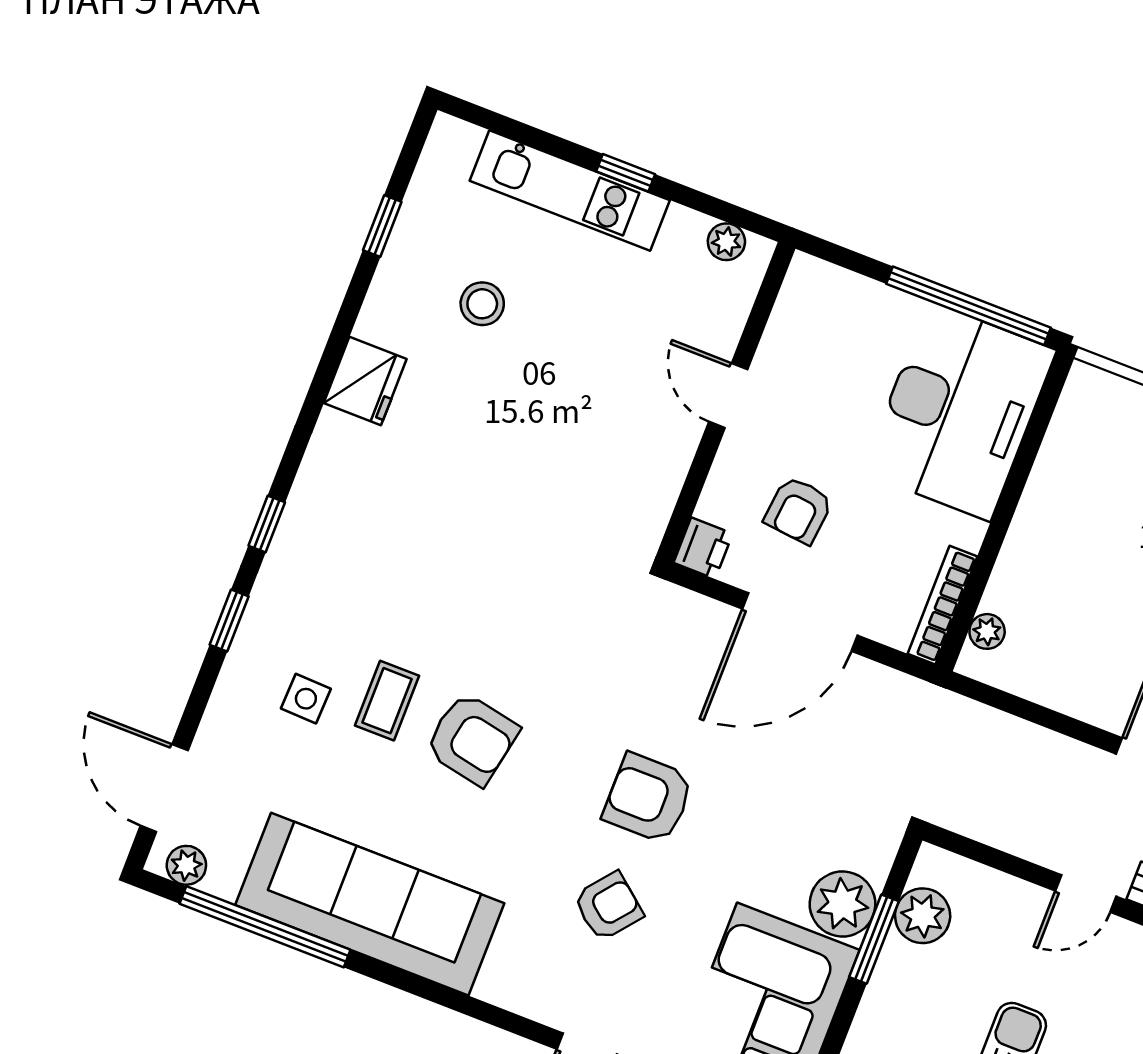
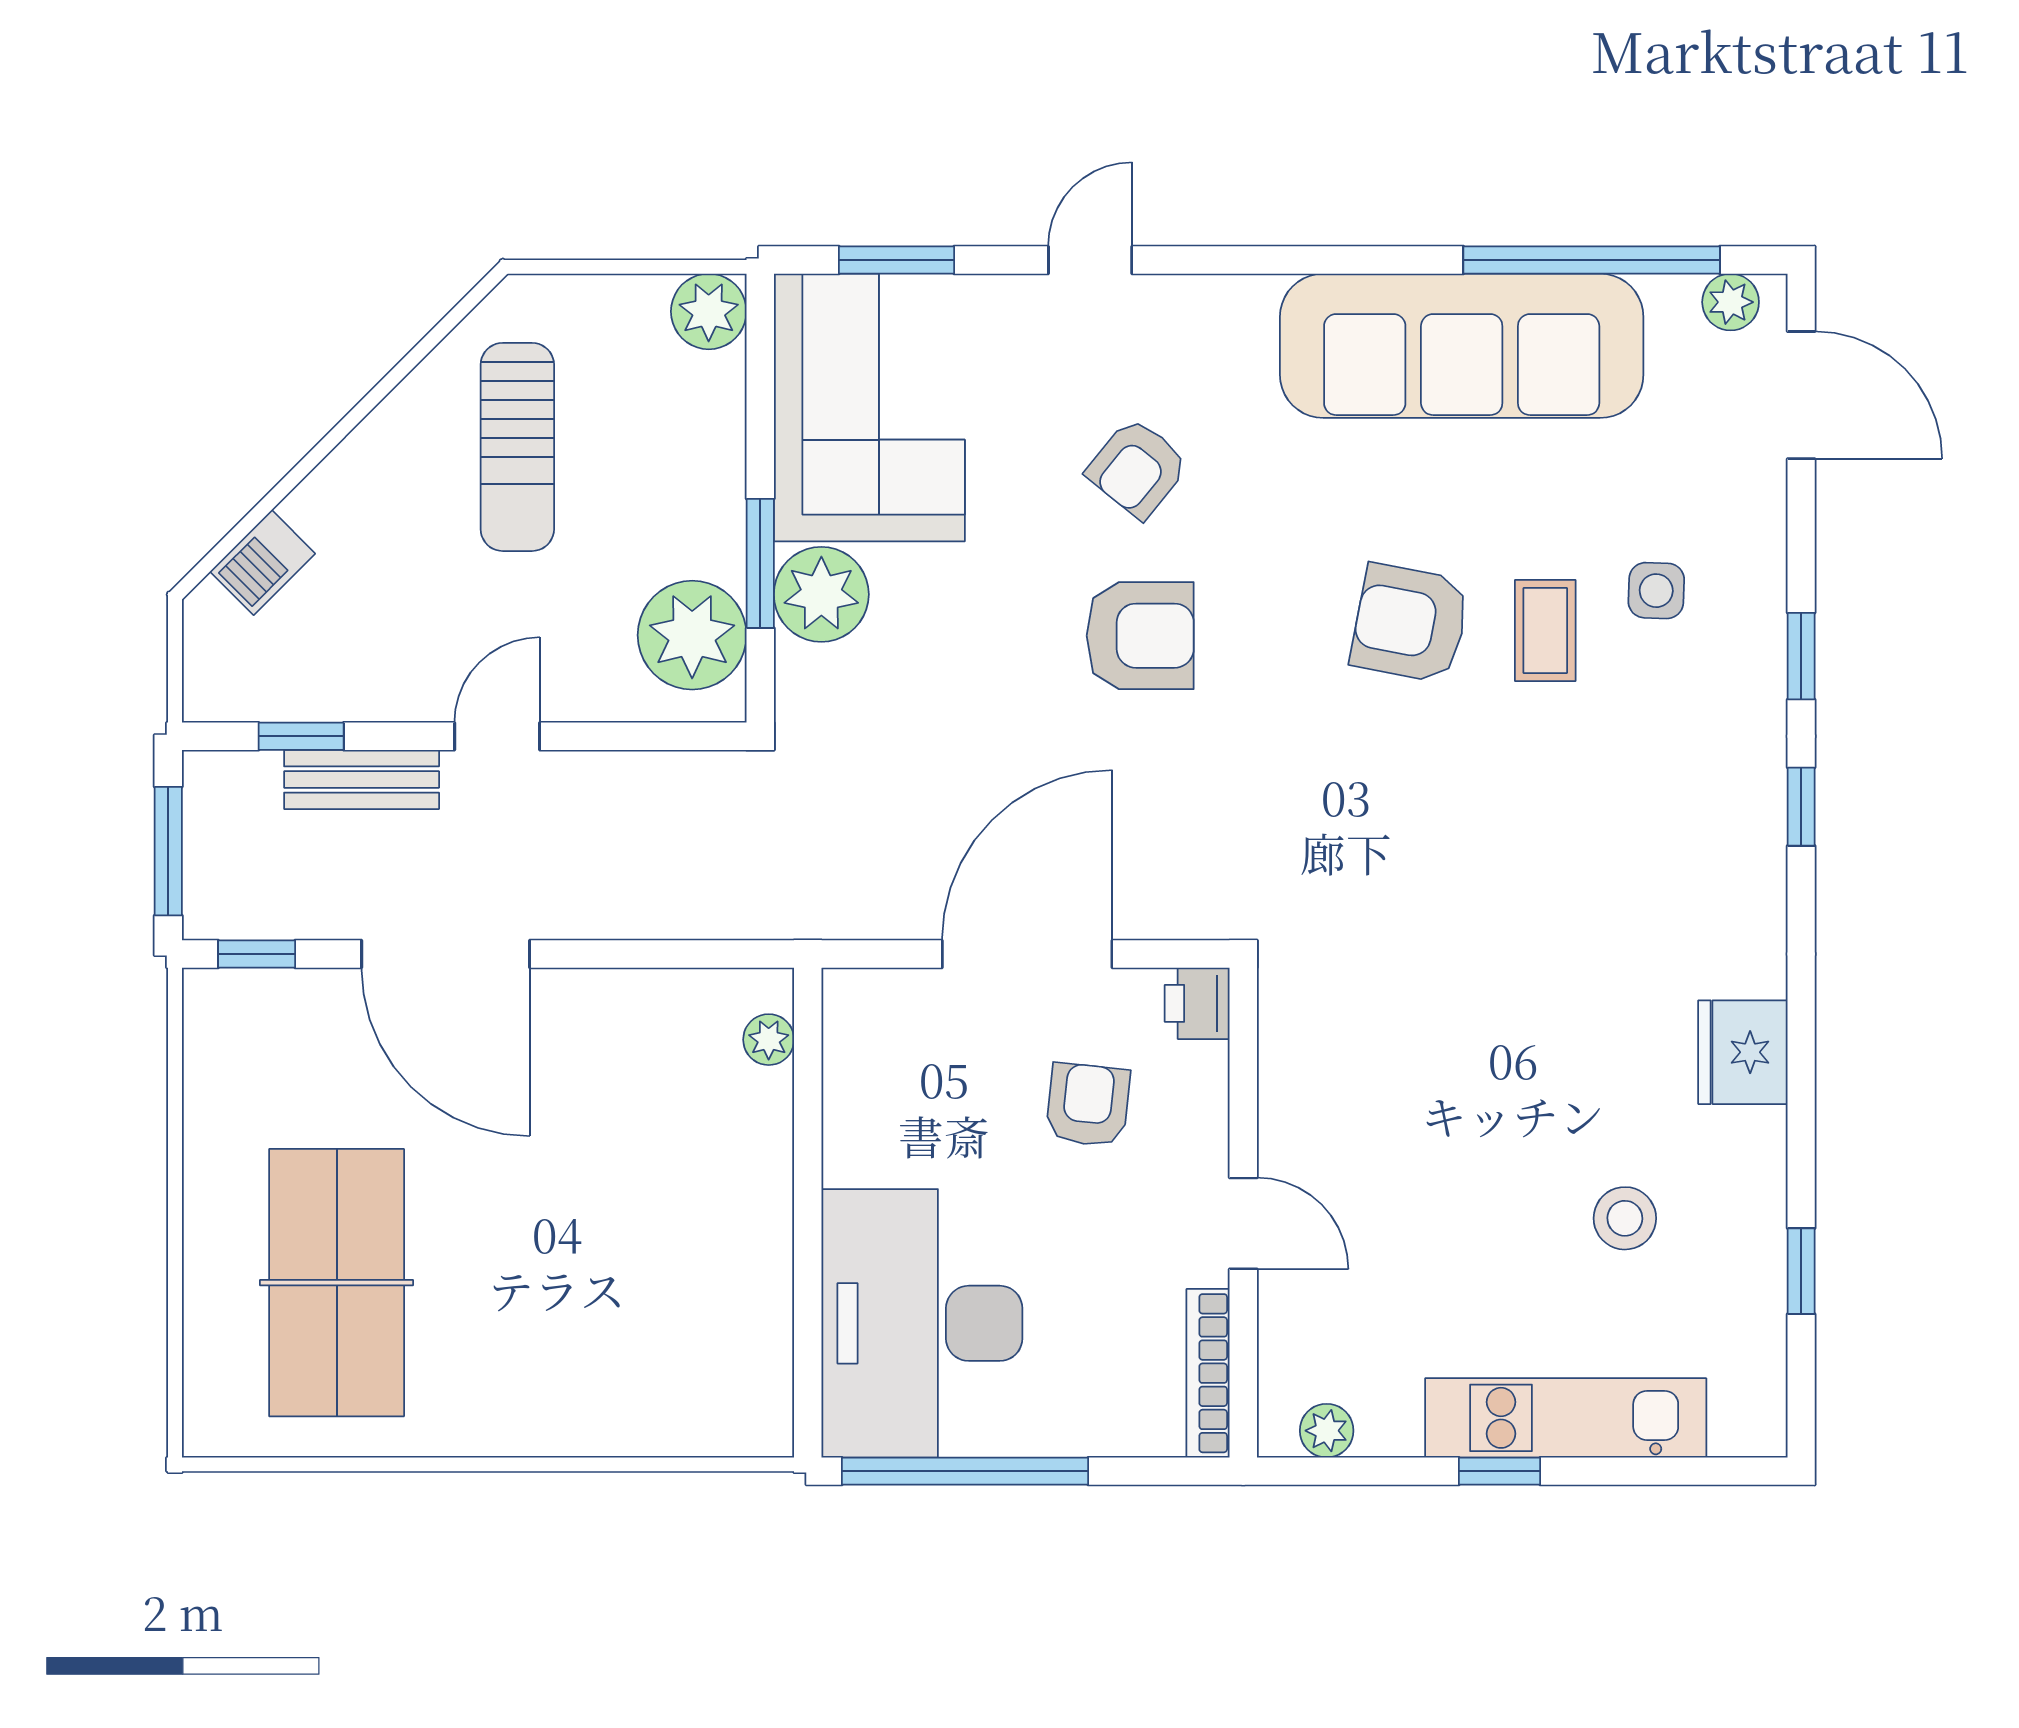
bookcase: (942, 605) -> (1208, 1373), moved, turned 180
plant: (923, 916) -> (692, 635), width x1.36, depth x1.36

